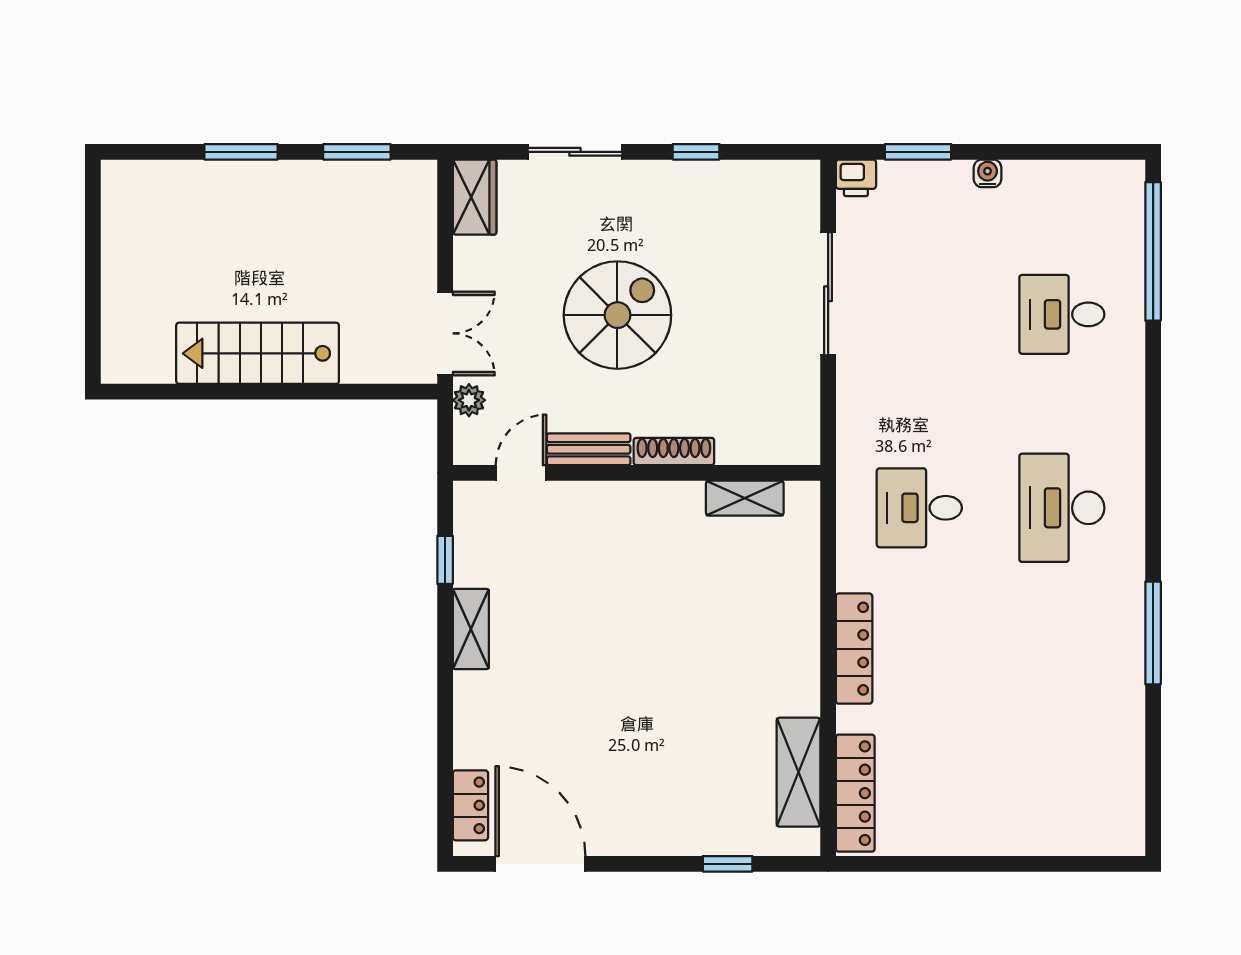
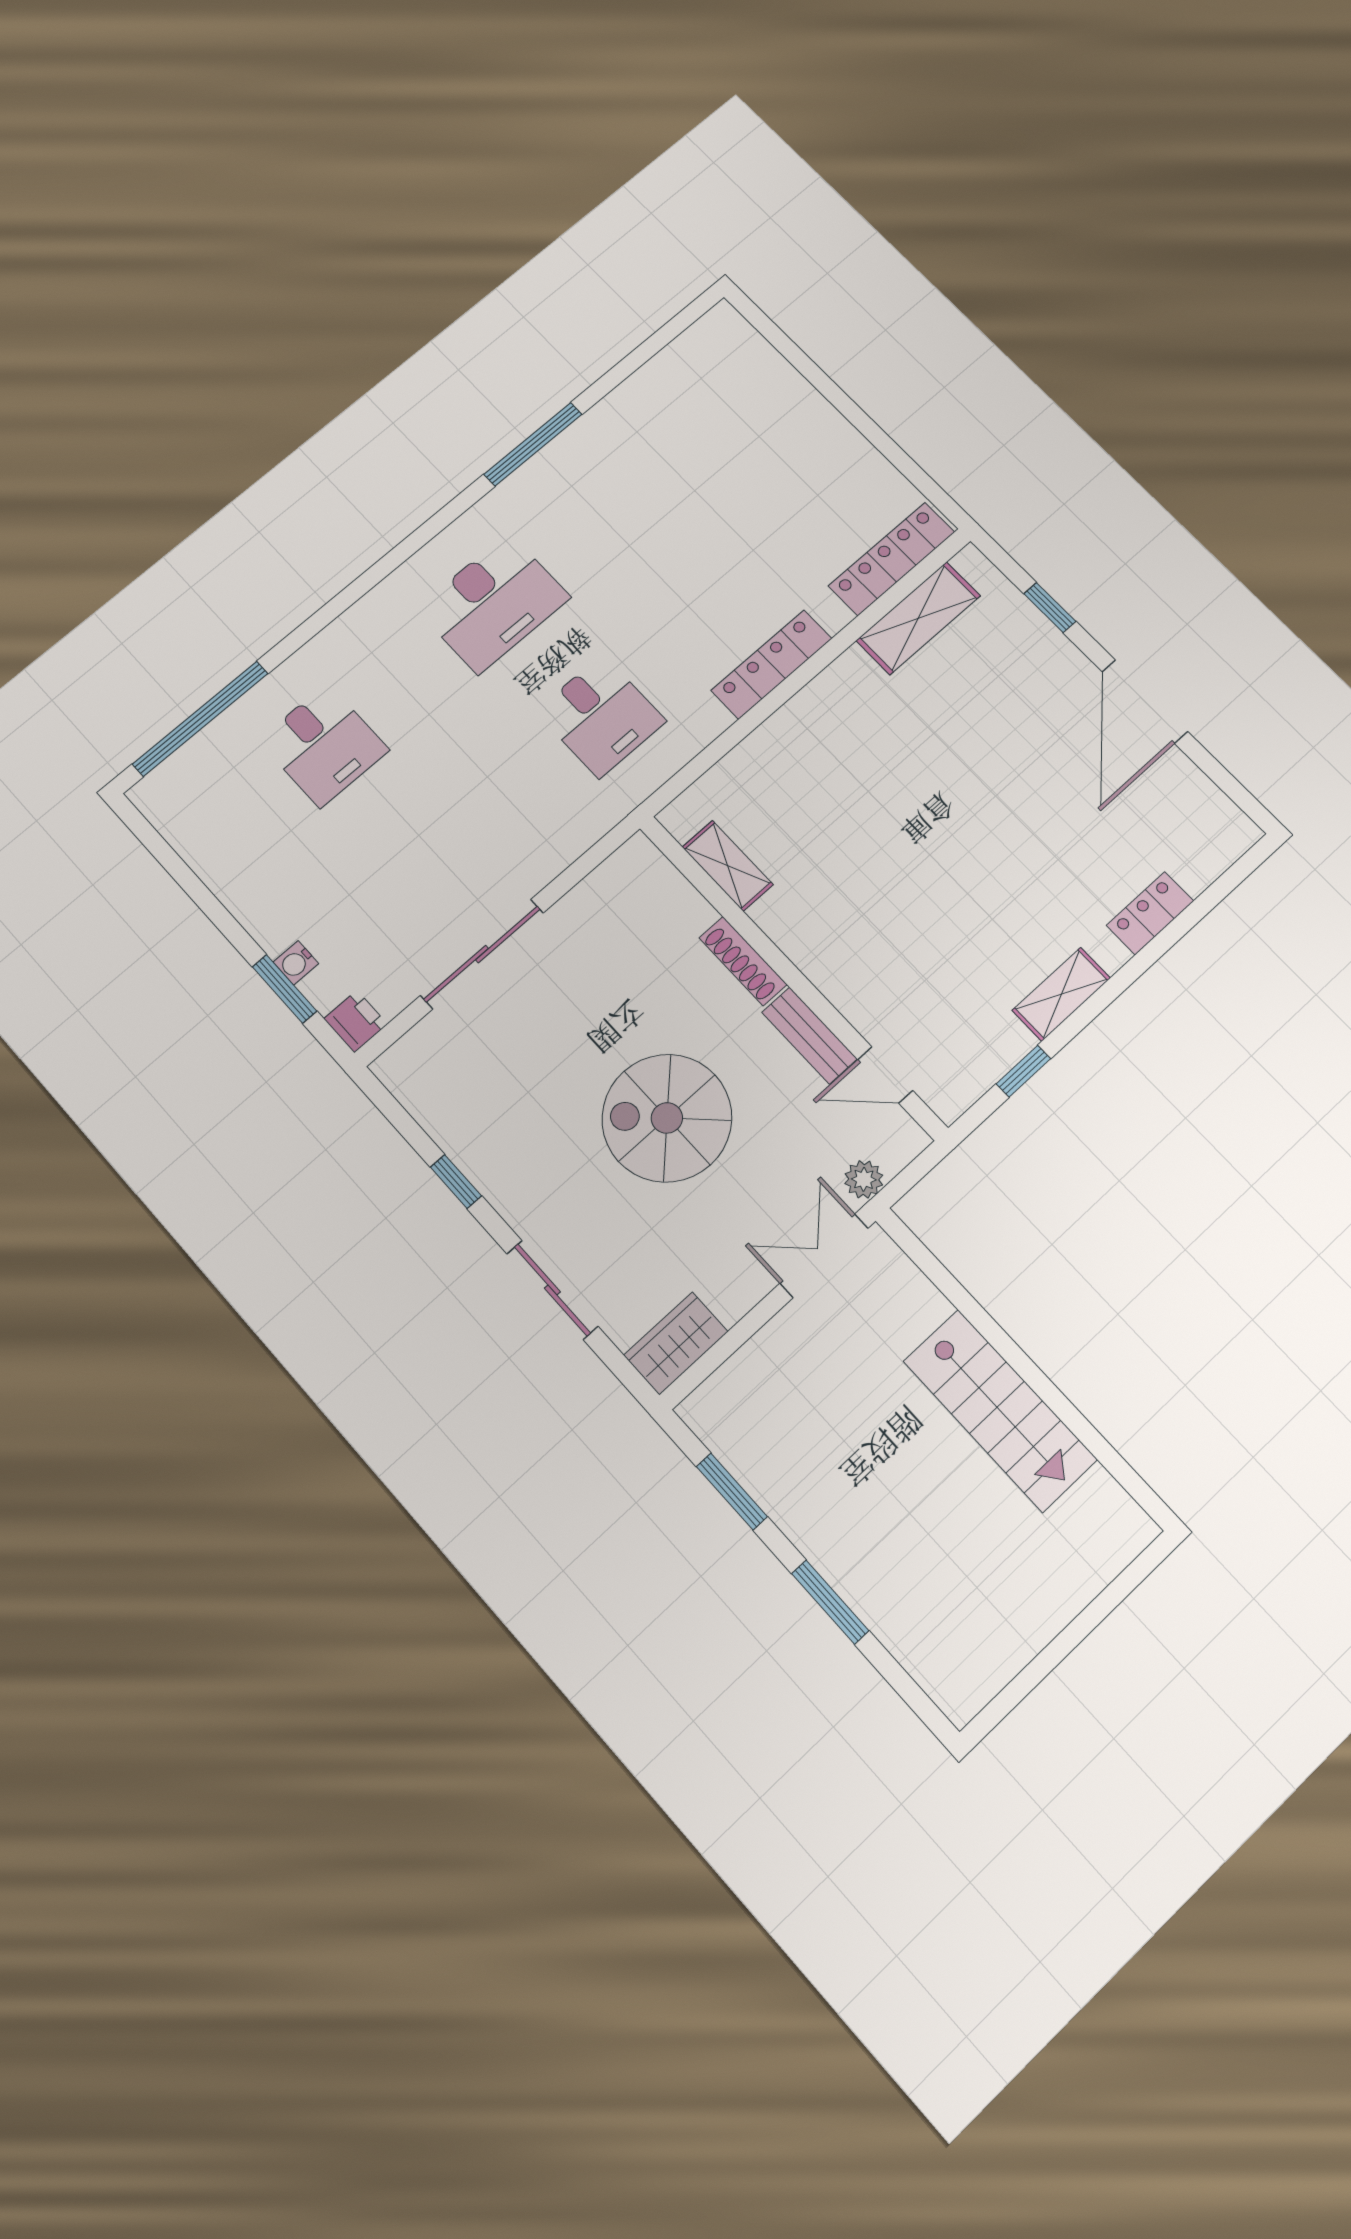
water cooler: (988, 173) -> (296, 963), moved
locker: (470, 805) -> (1150, 913), moved
door: (540, 864) -> (1145, 701), moved

